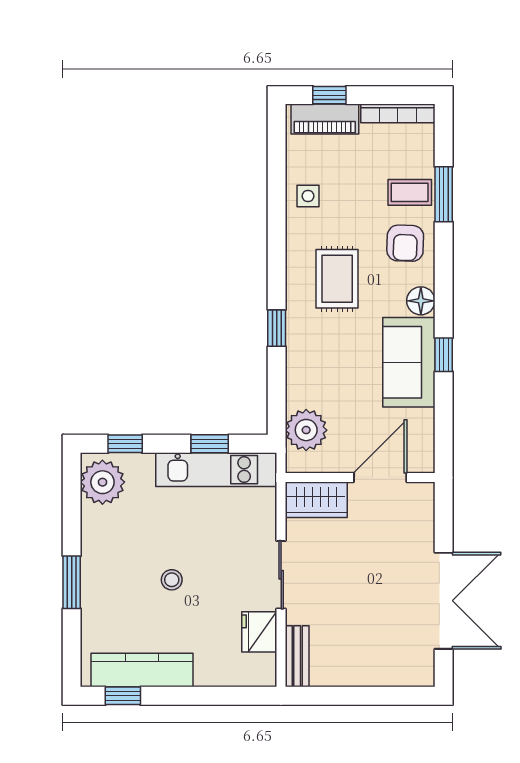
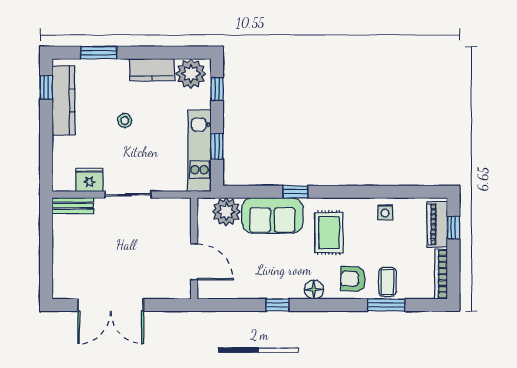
rug: (337, 279) -> (329, 233), turned 90
sofa: (409, 362) -> (272, 215), moved, turned 180
wardrobe: (316, 500) -> (179, 219), removed
kitchen counter: (97, 540) -> (152, 70), added
window: (72, 582) -> (99, 53), moved

